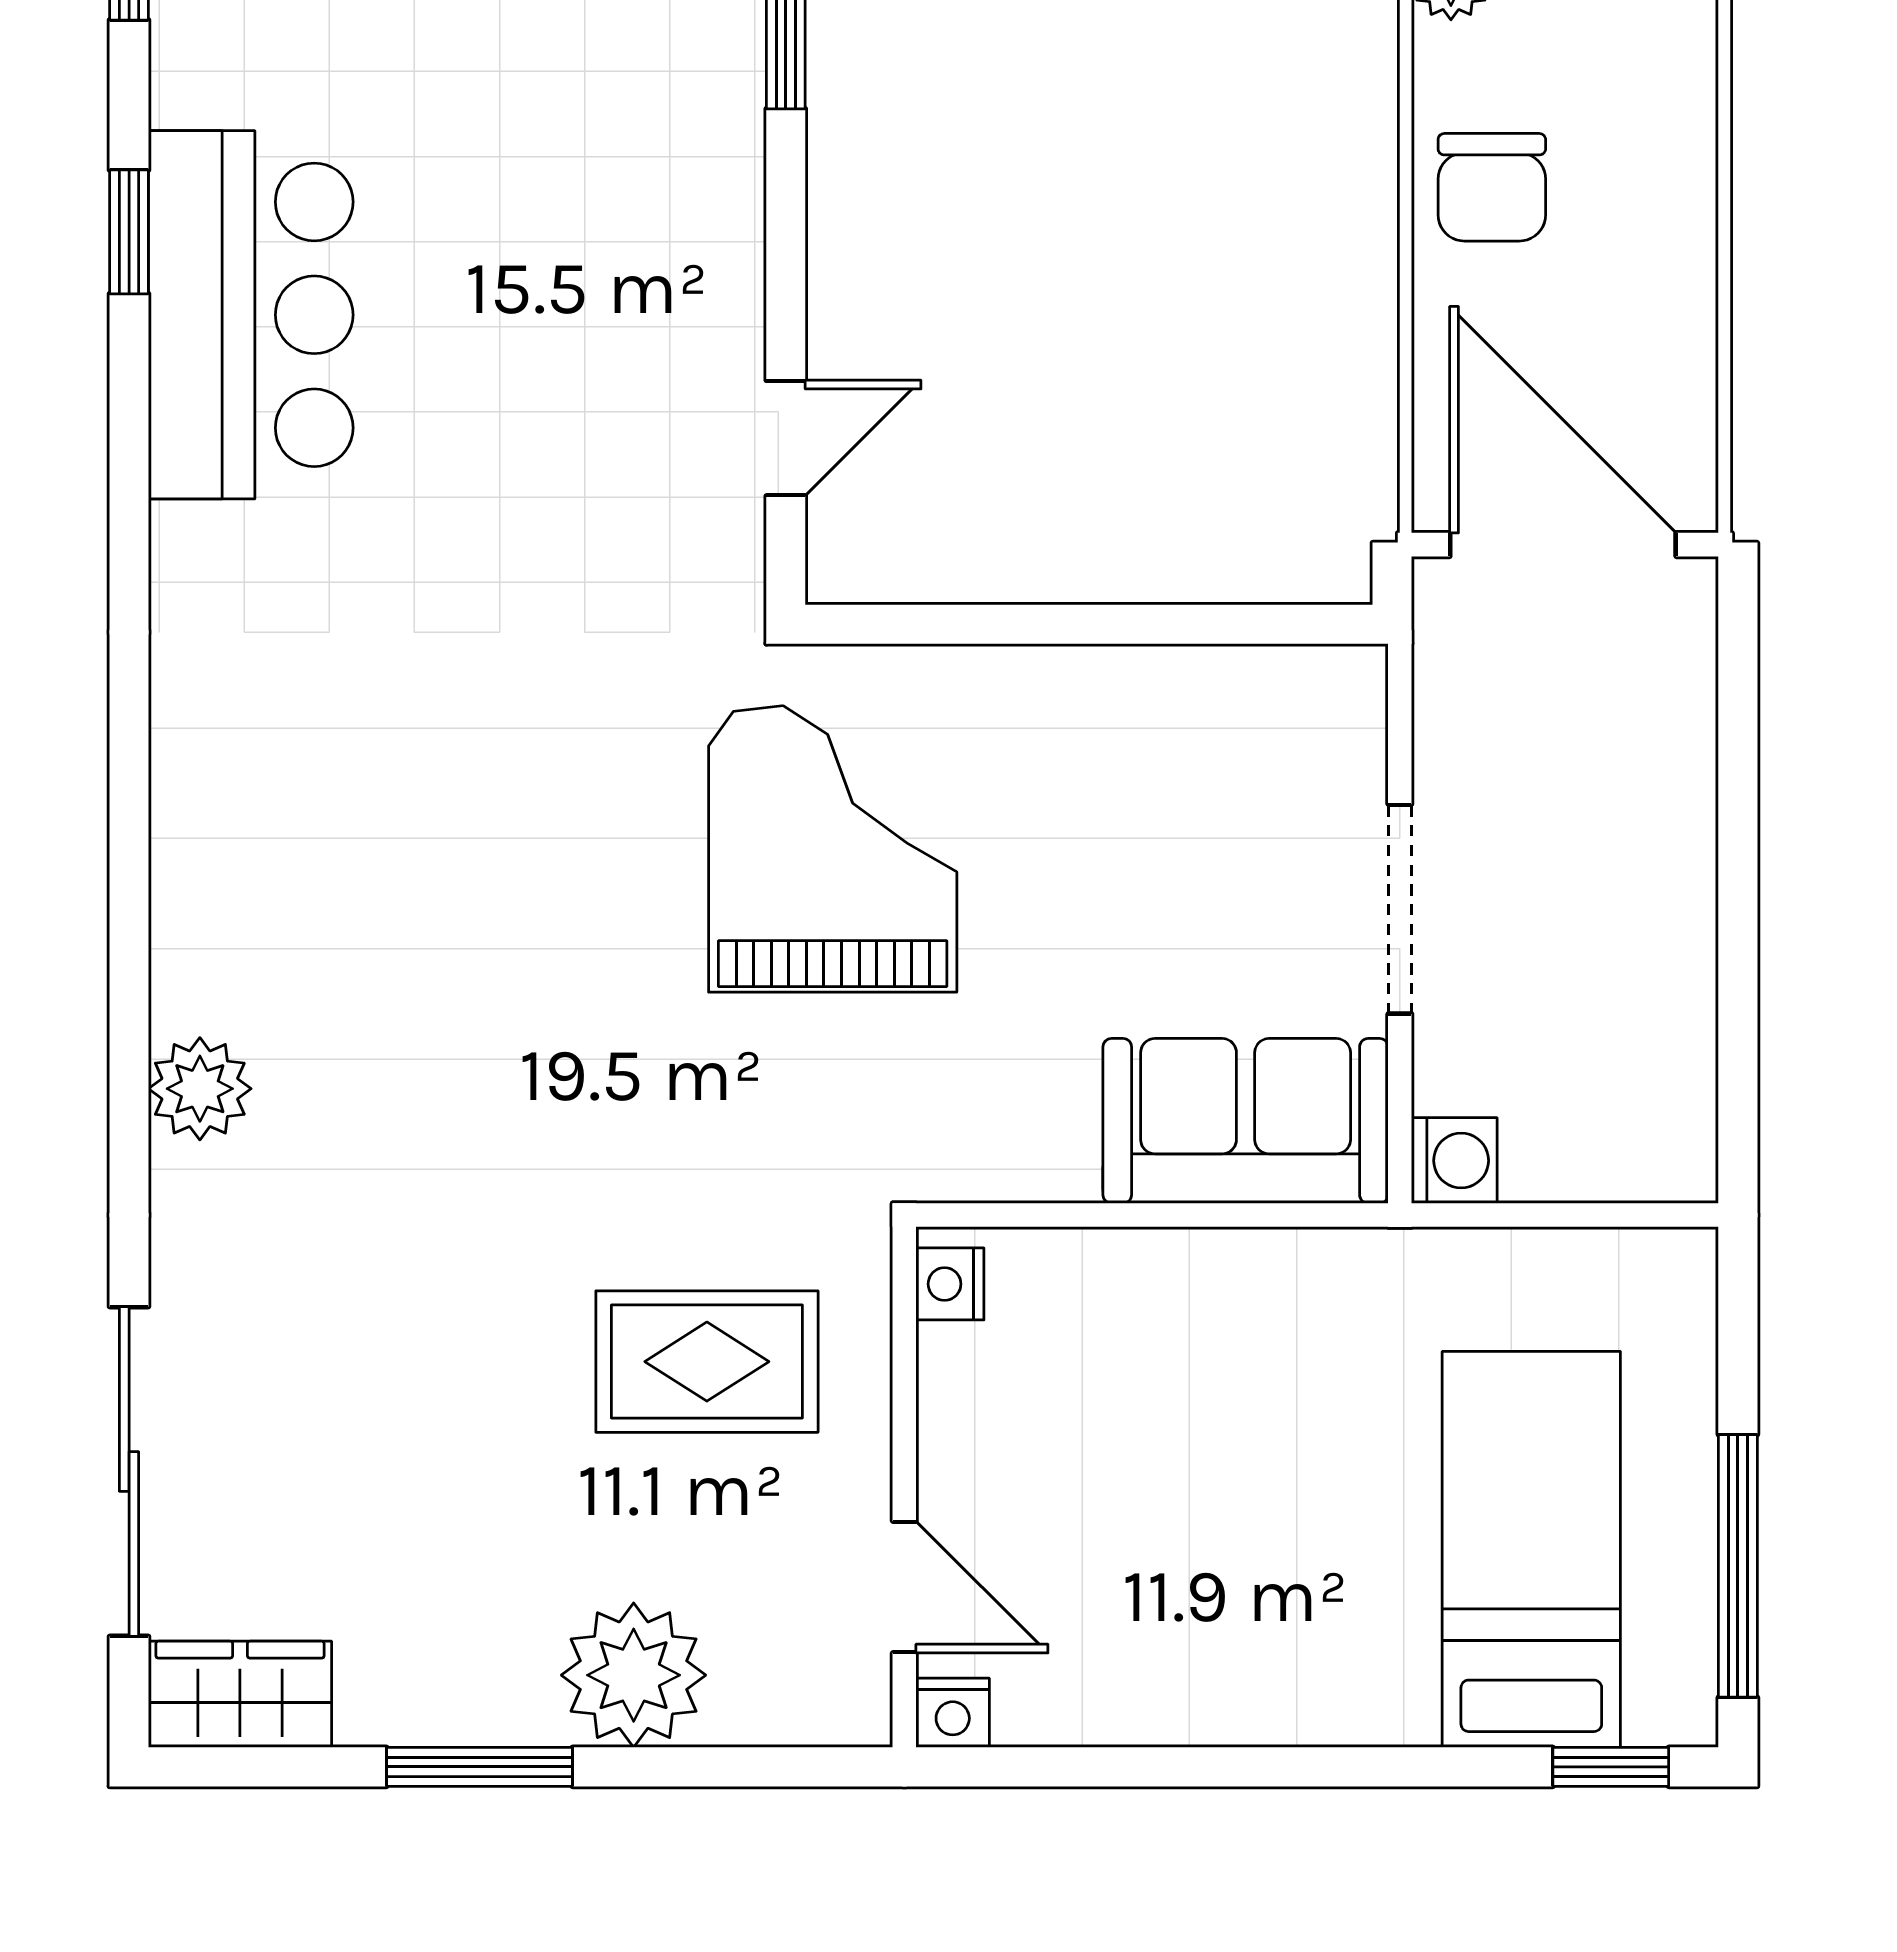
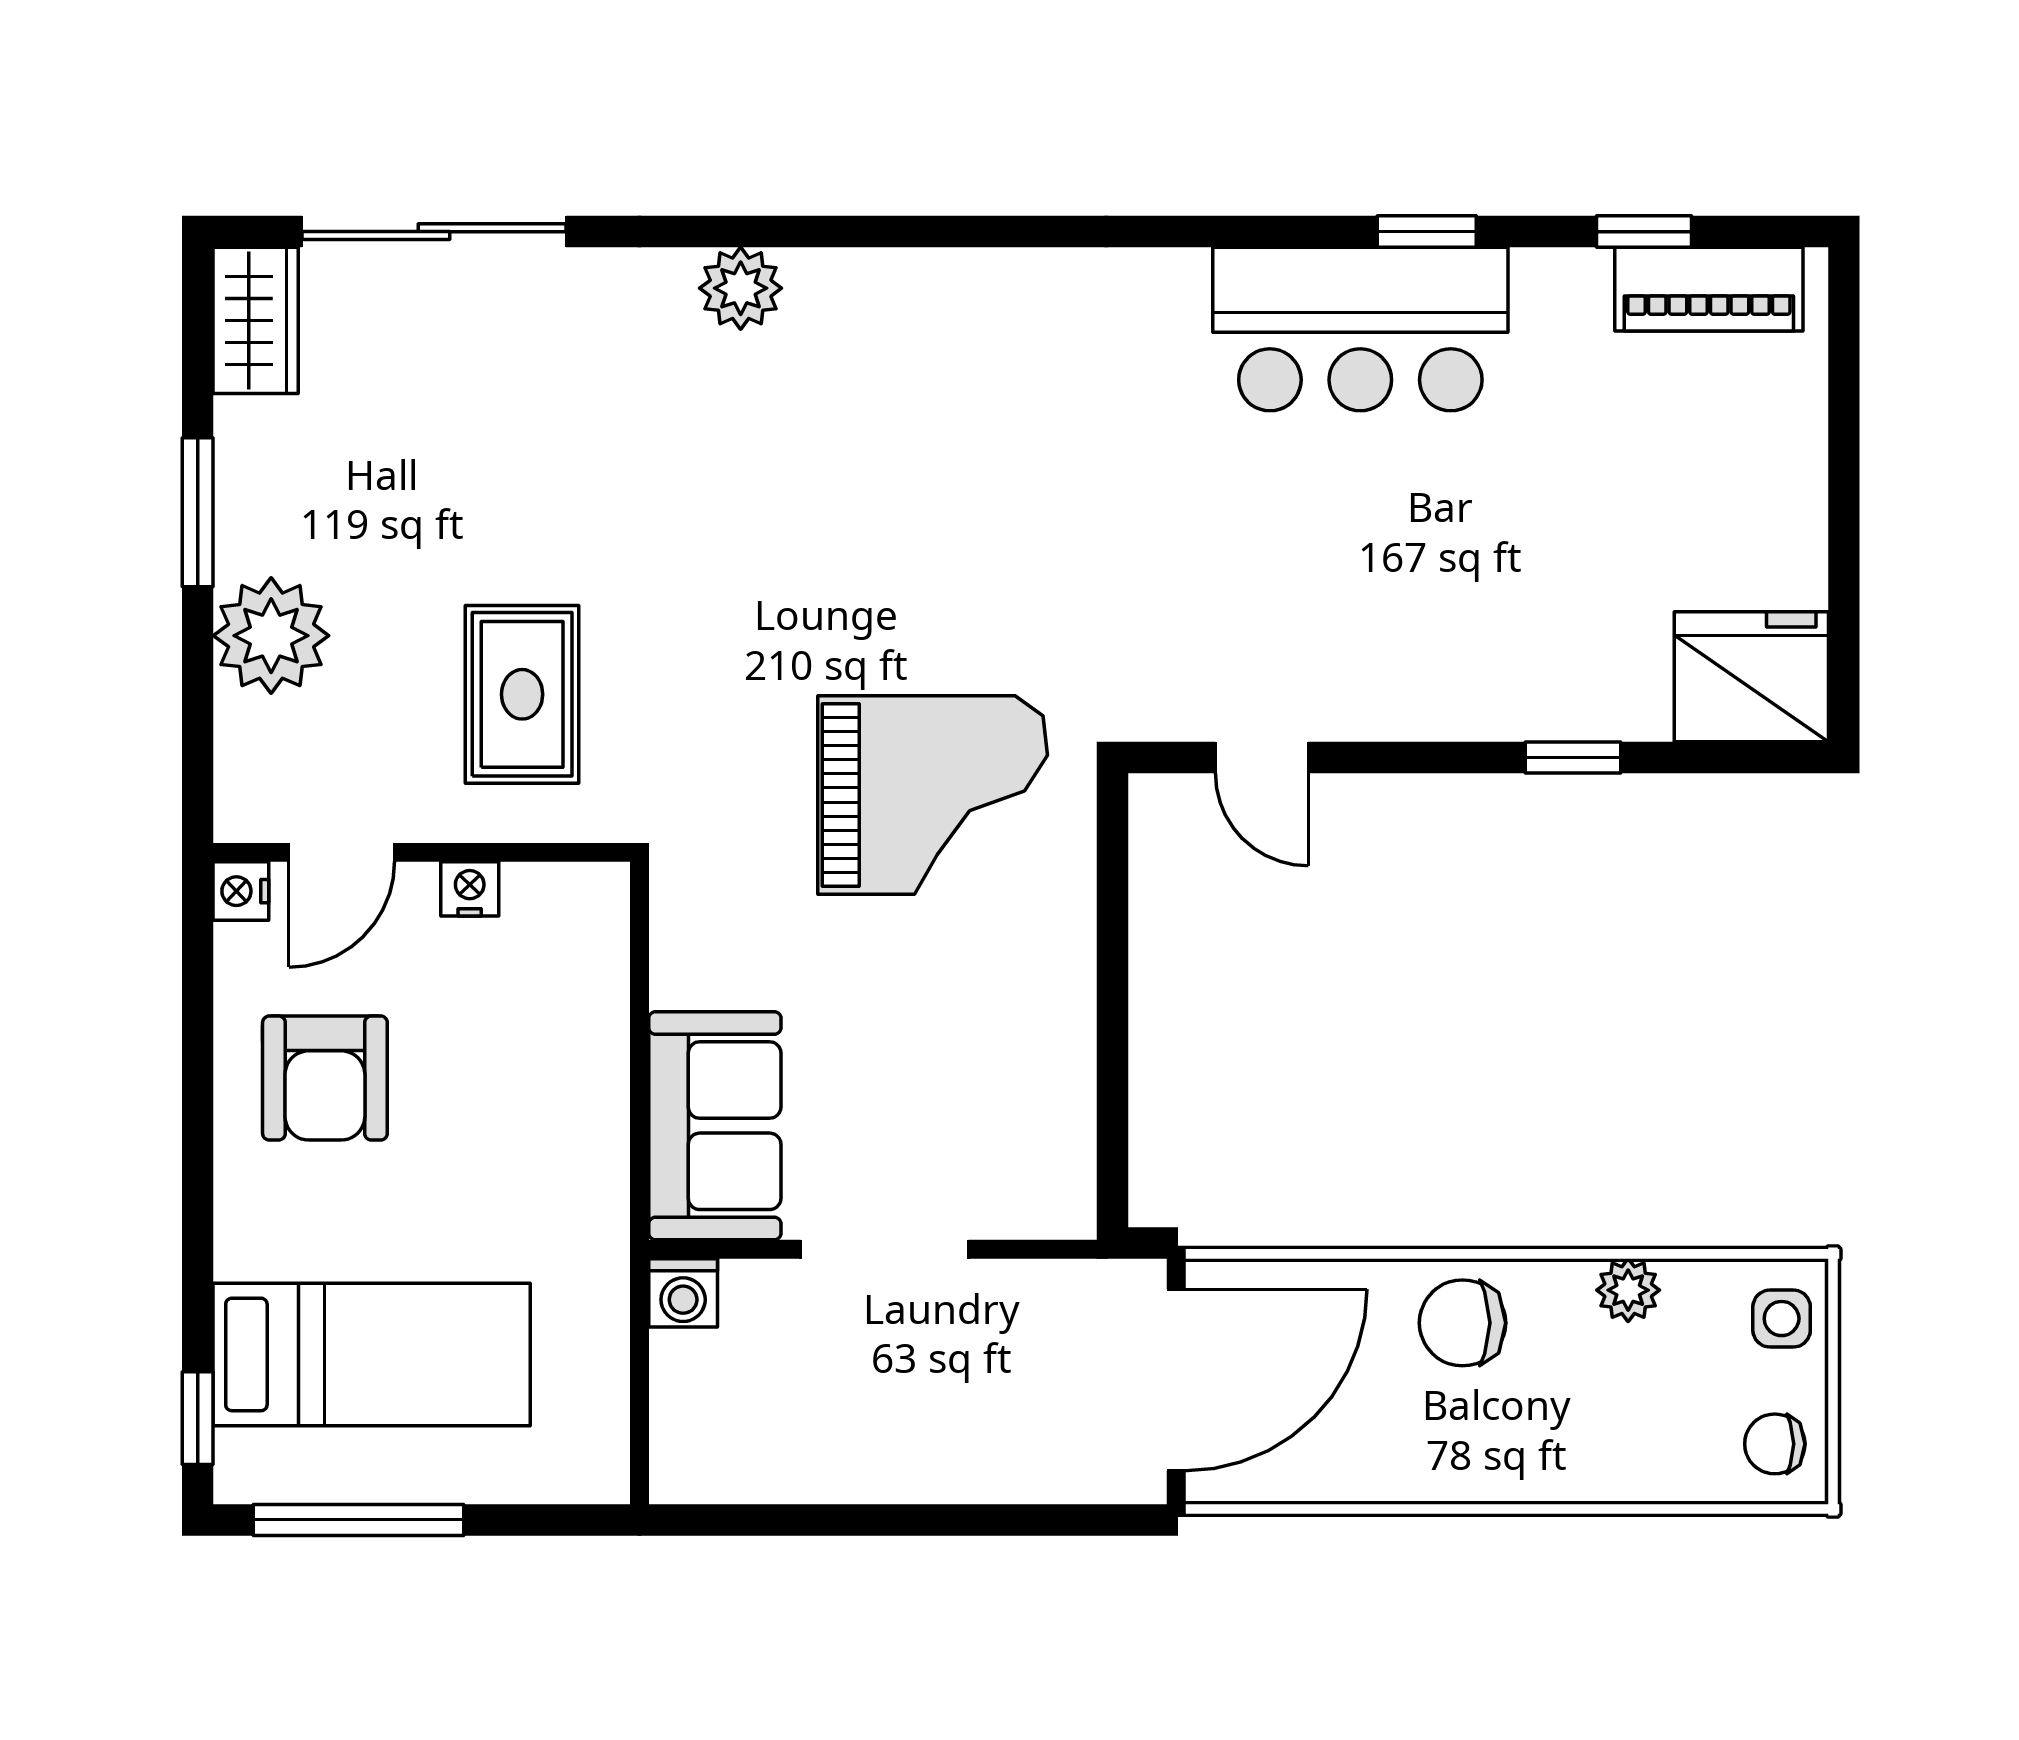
nightstand: (950, 1284) -> (470, 889), moved
armchair: (1186, 1608) -> (325, 1078), added

